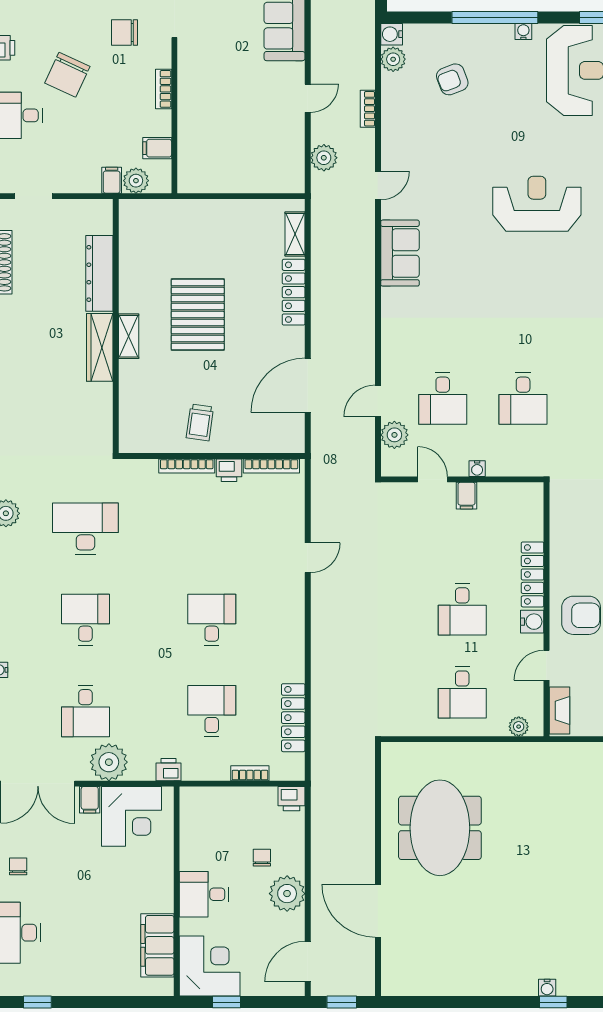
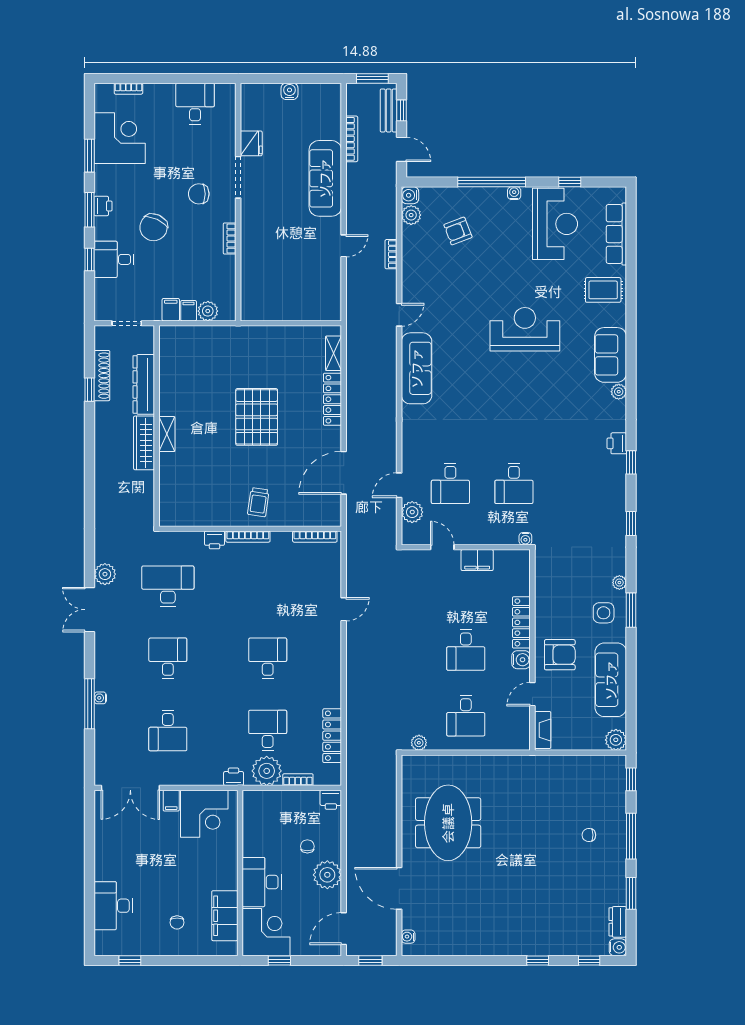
filing cabinet: (157, 148) -> (171, 310), moved, turned 90
plant: (324, 158) -> (356, 293), removed
sofa: (400, 253) -> (417, 368), width x1.36
dresser: (99, 273) -> (144, 384), moved
wall: (116, 326) -> (157, 426), moved
shelving: (129, 336) -> (167, 434), moved
wardrobe: (100, 347) -> (144, 443), moved
water cooler: (477, 469) -> (525, 539), moved
printer: (229, 470) -> (214, 540), moved
filing cabinet: (466, 496) -> (477, 560), width x2.00
plant: (519, 727) -> (419, 743), moved
plant: (109, 762) -> (267, 771), moved
chair: (18, 866) -> (177, 922), moved, turned 180
desk: (204, 894) -> (262, 882), width x1.37
water cooler: (547, 988) -> (408, 937), moved, turned 90

